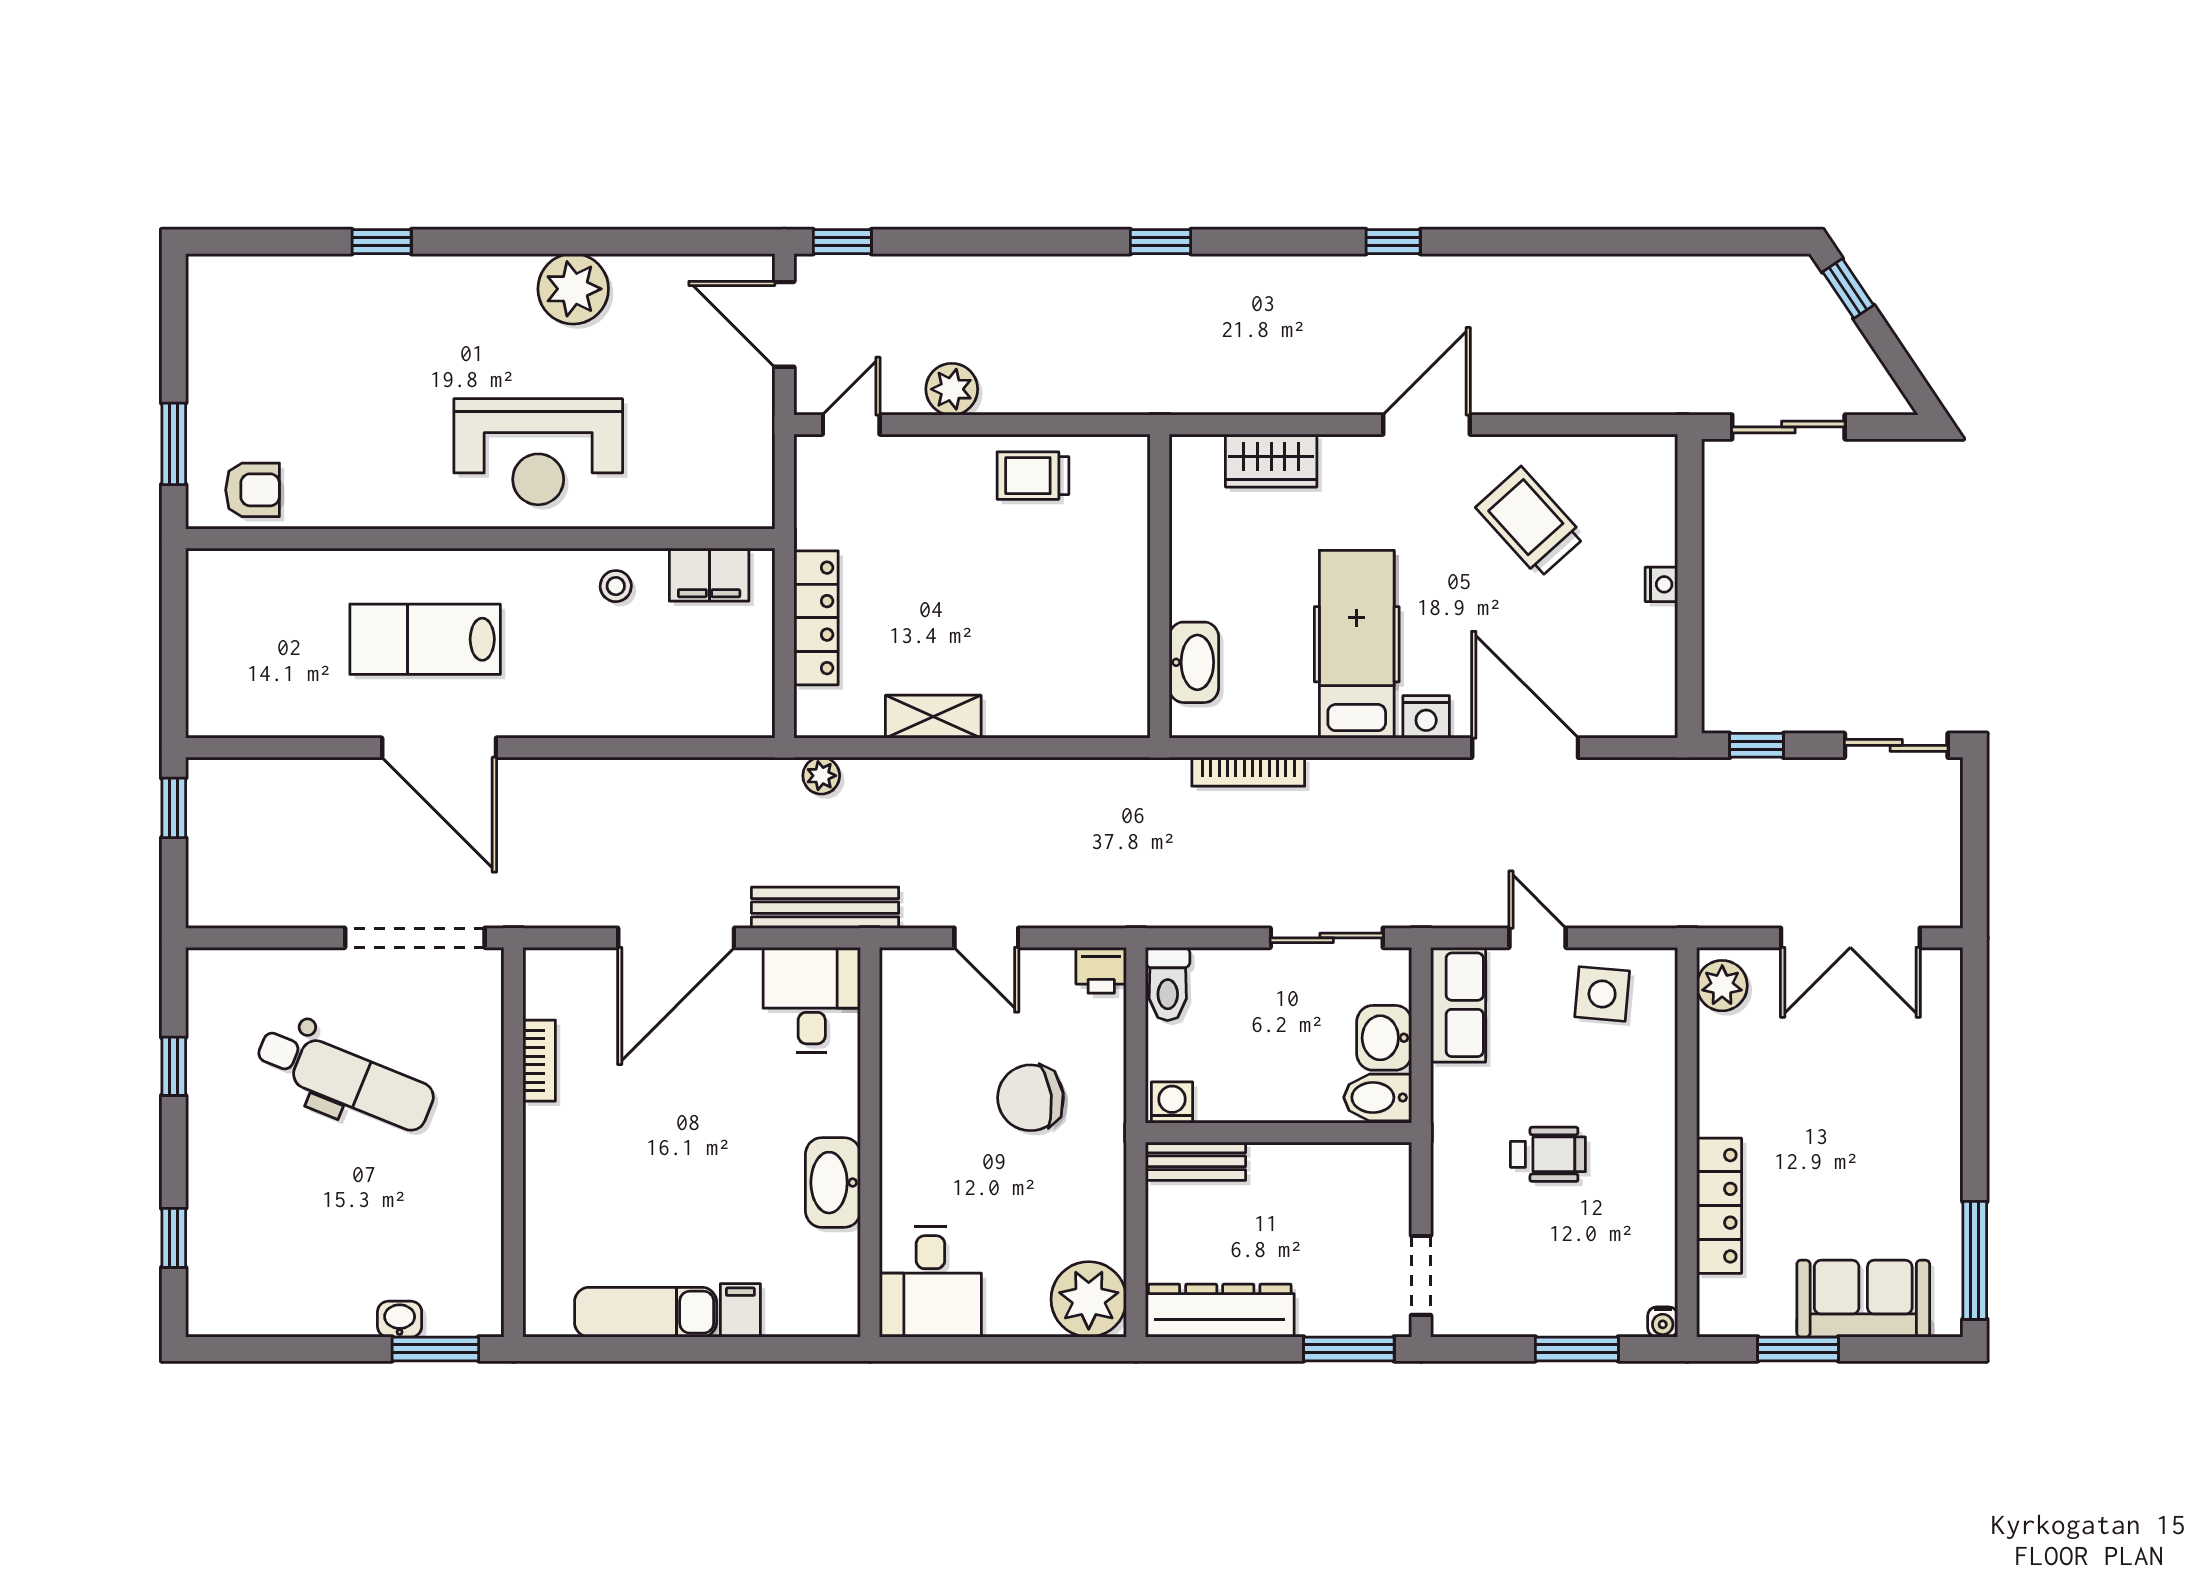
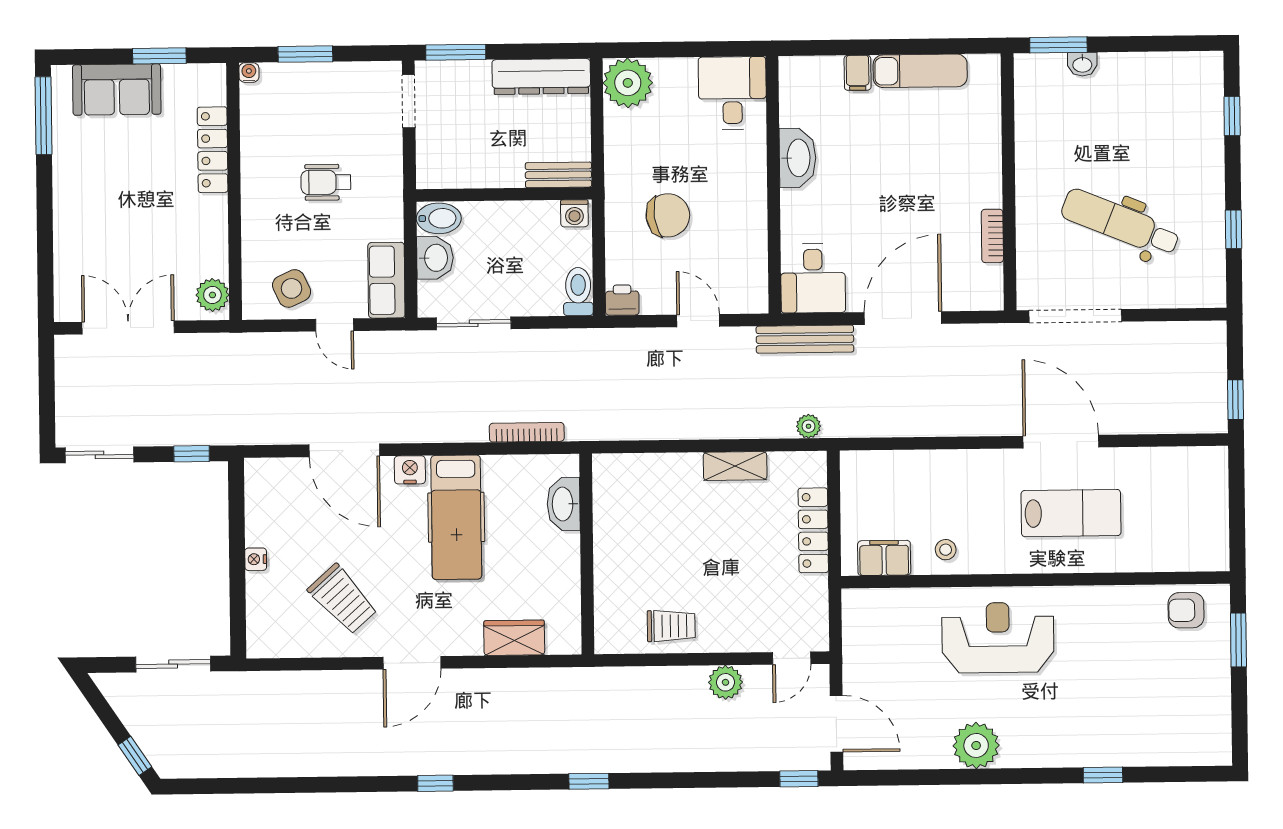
side table: (1602, 994) -> (292, 288), turned -30

